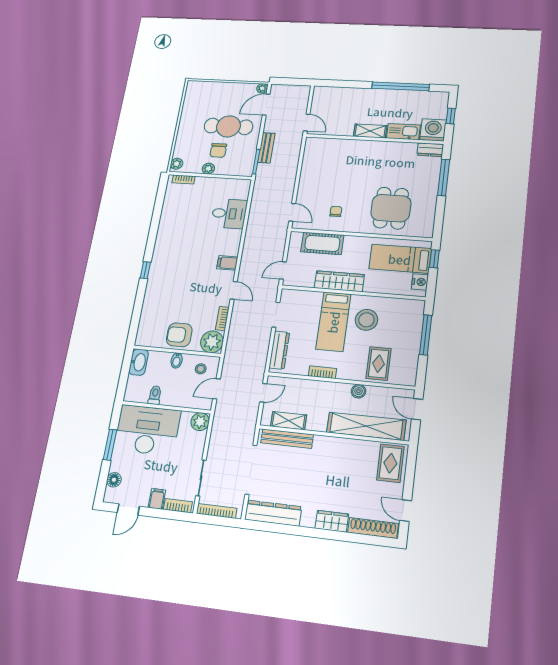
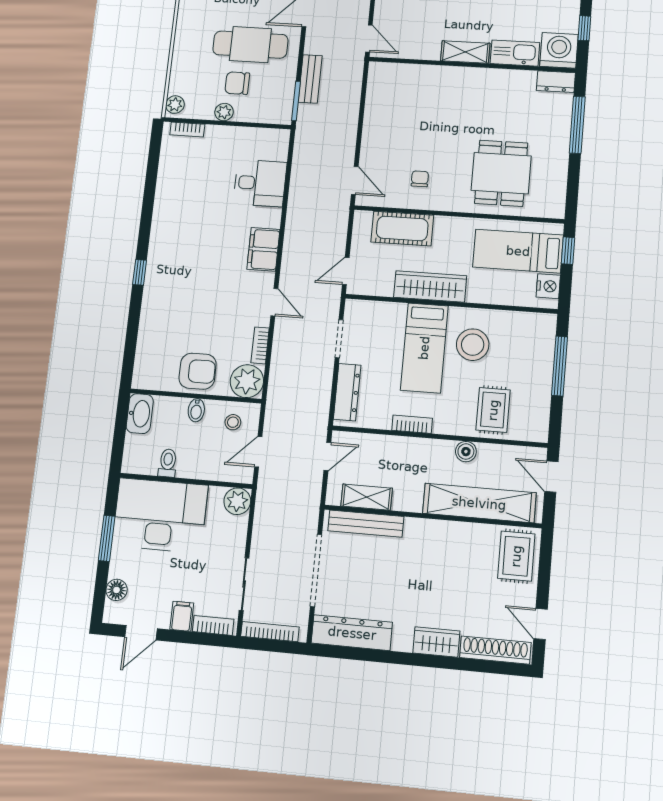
chair: (218, 150) -> (237, 83), turned 90
filing cabinet: (227, 263) -> (263, 249), width x2.00
armchair: (179, 335) -> (198, 371), turned 180

